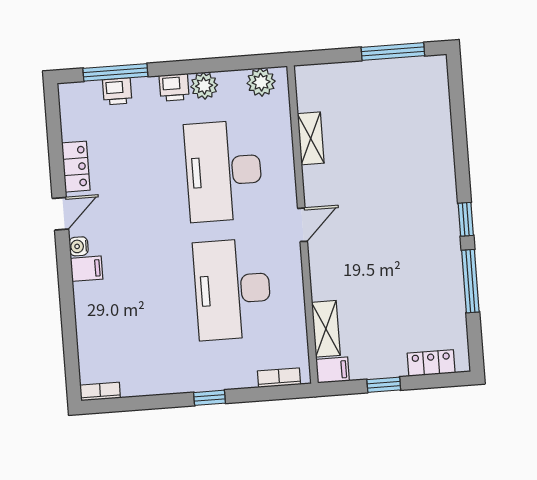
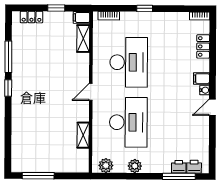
printer: (174, 87) -> (194, 167), moved
locker: (76, 167) -> (203, 46), moved

